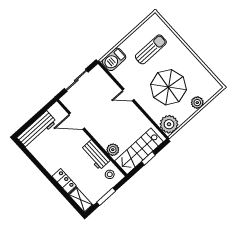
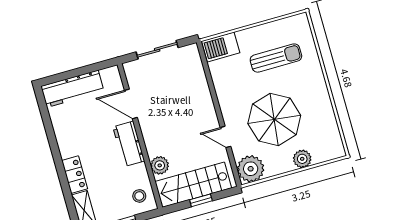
door: (128, 95) -> (226, 137), moved
workbench: (95, 155) -> (129, 144), moved

